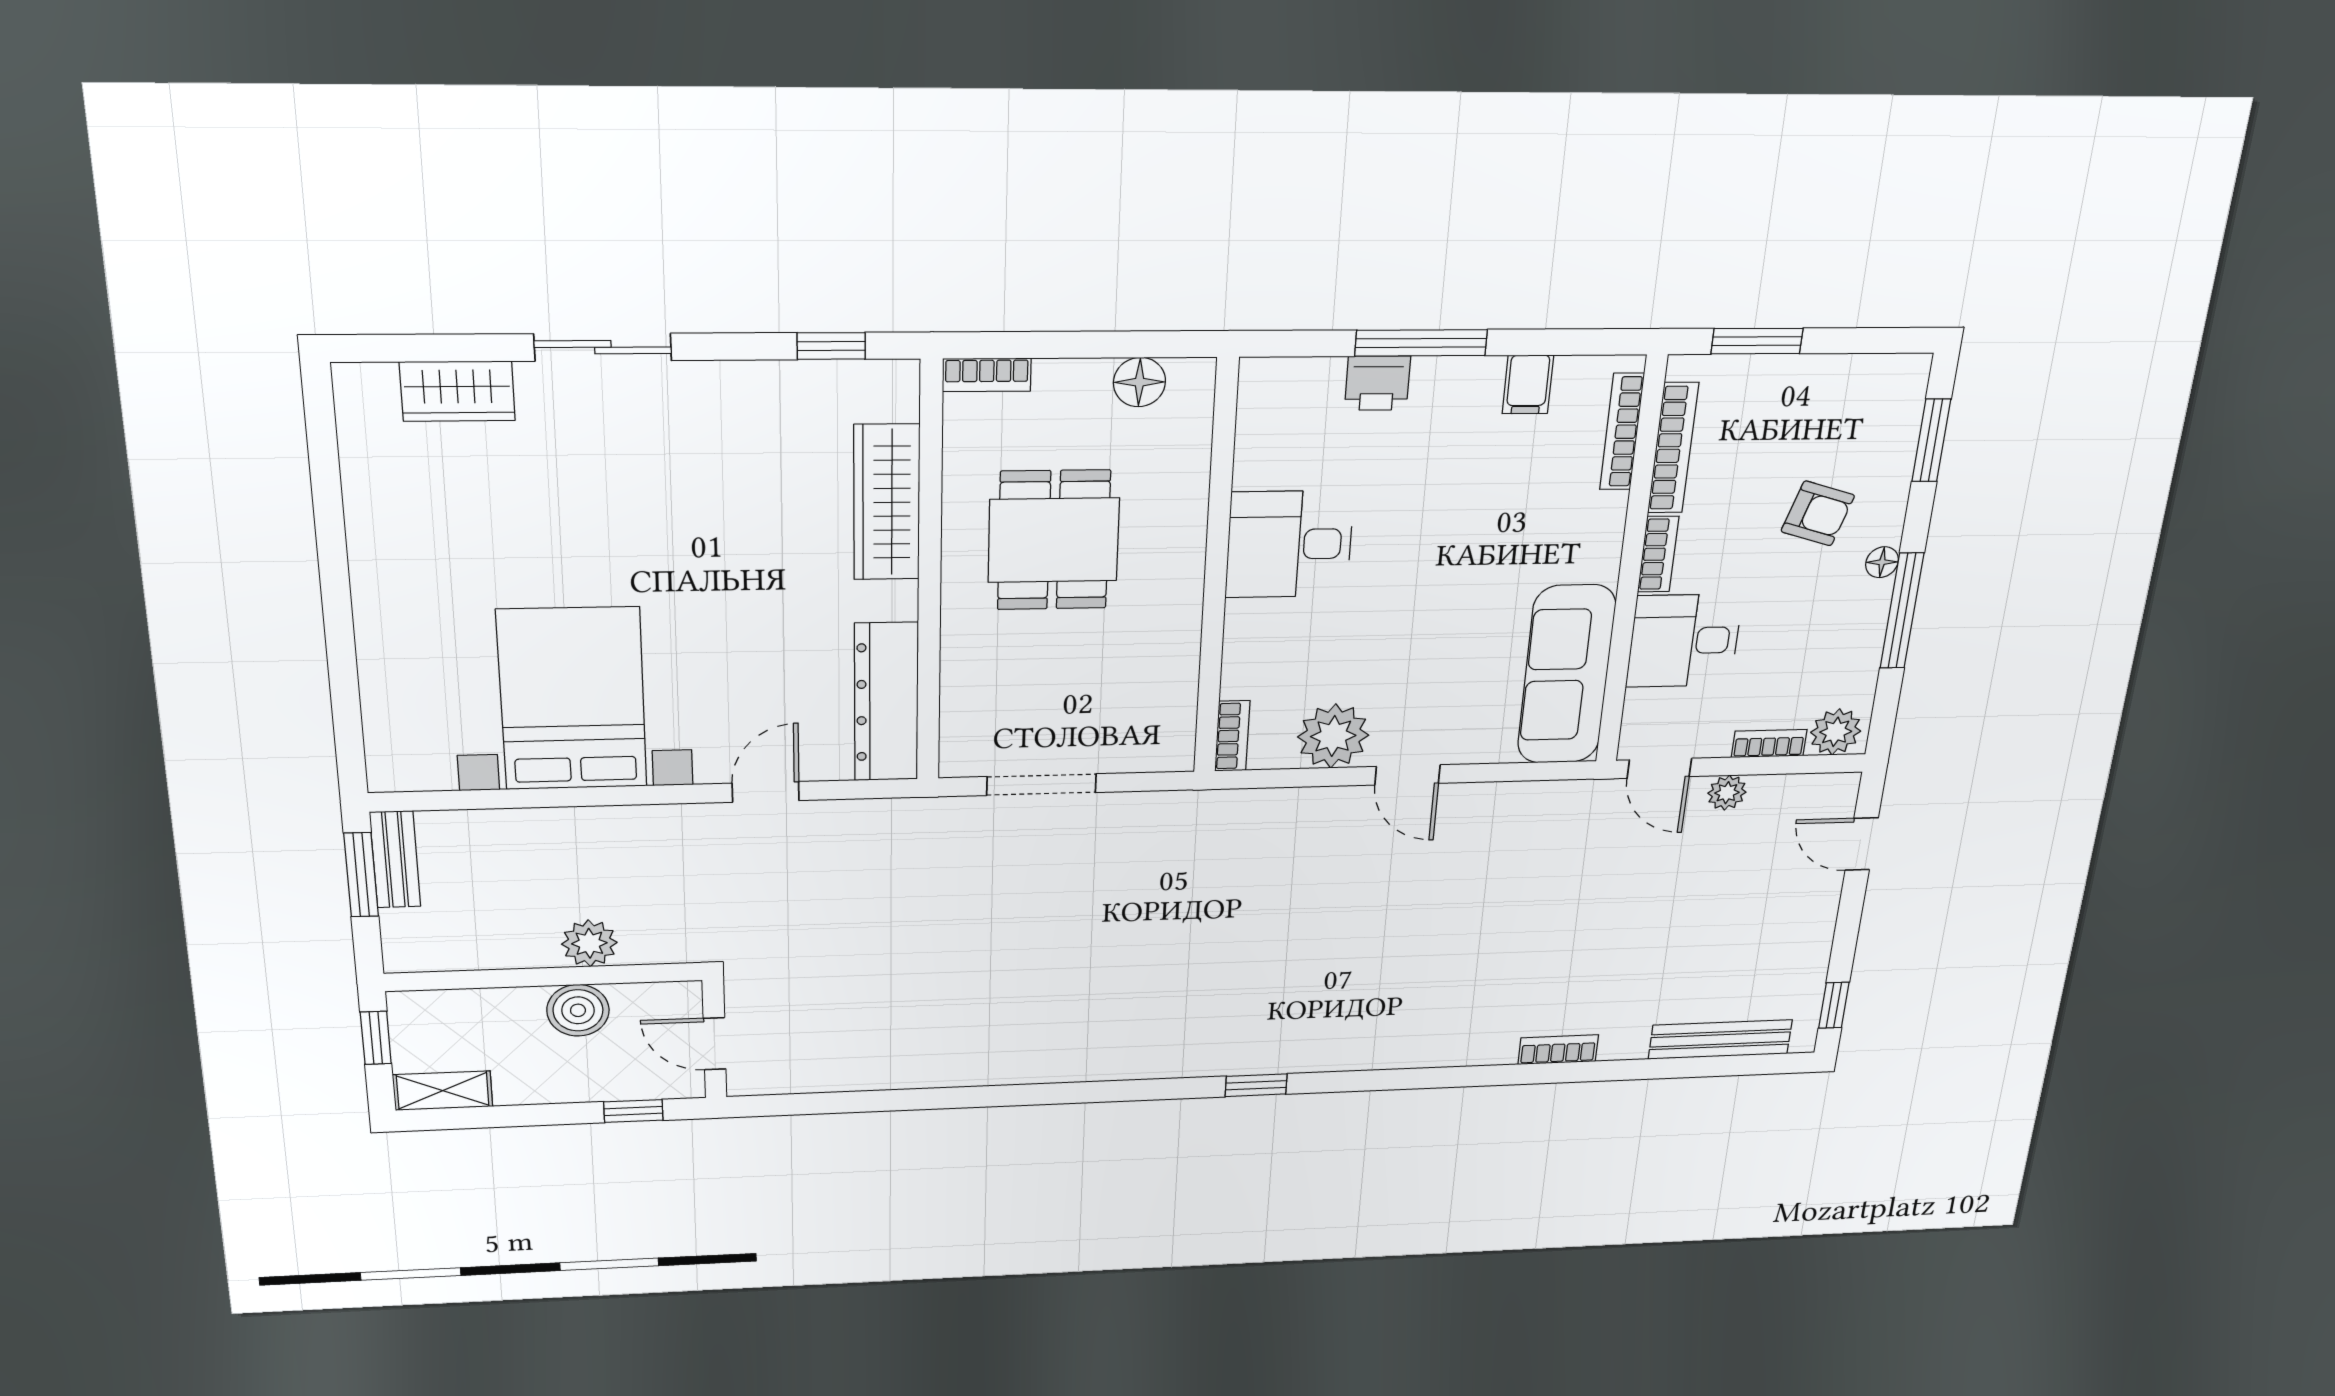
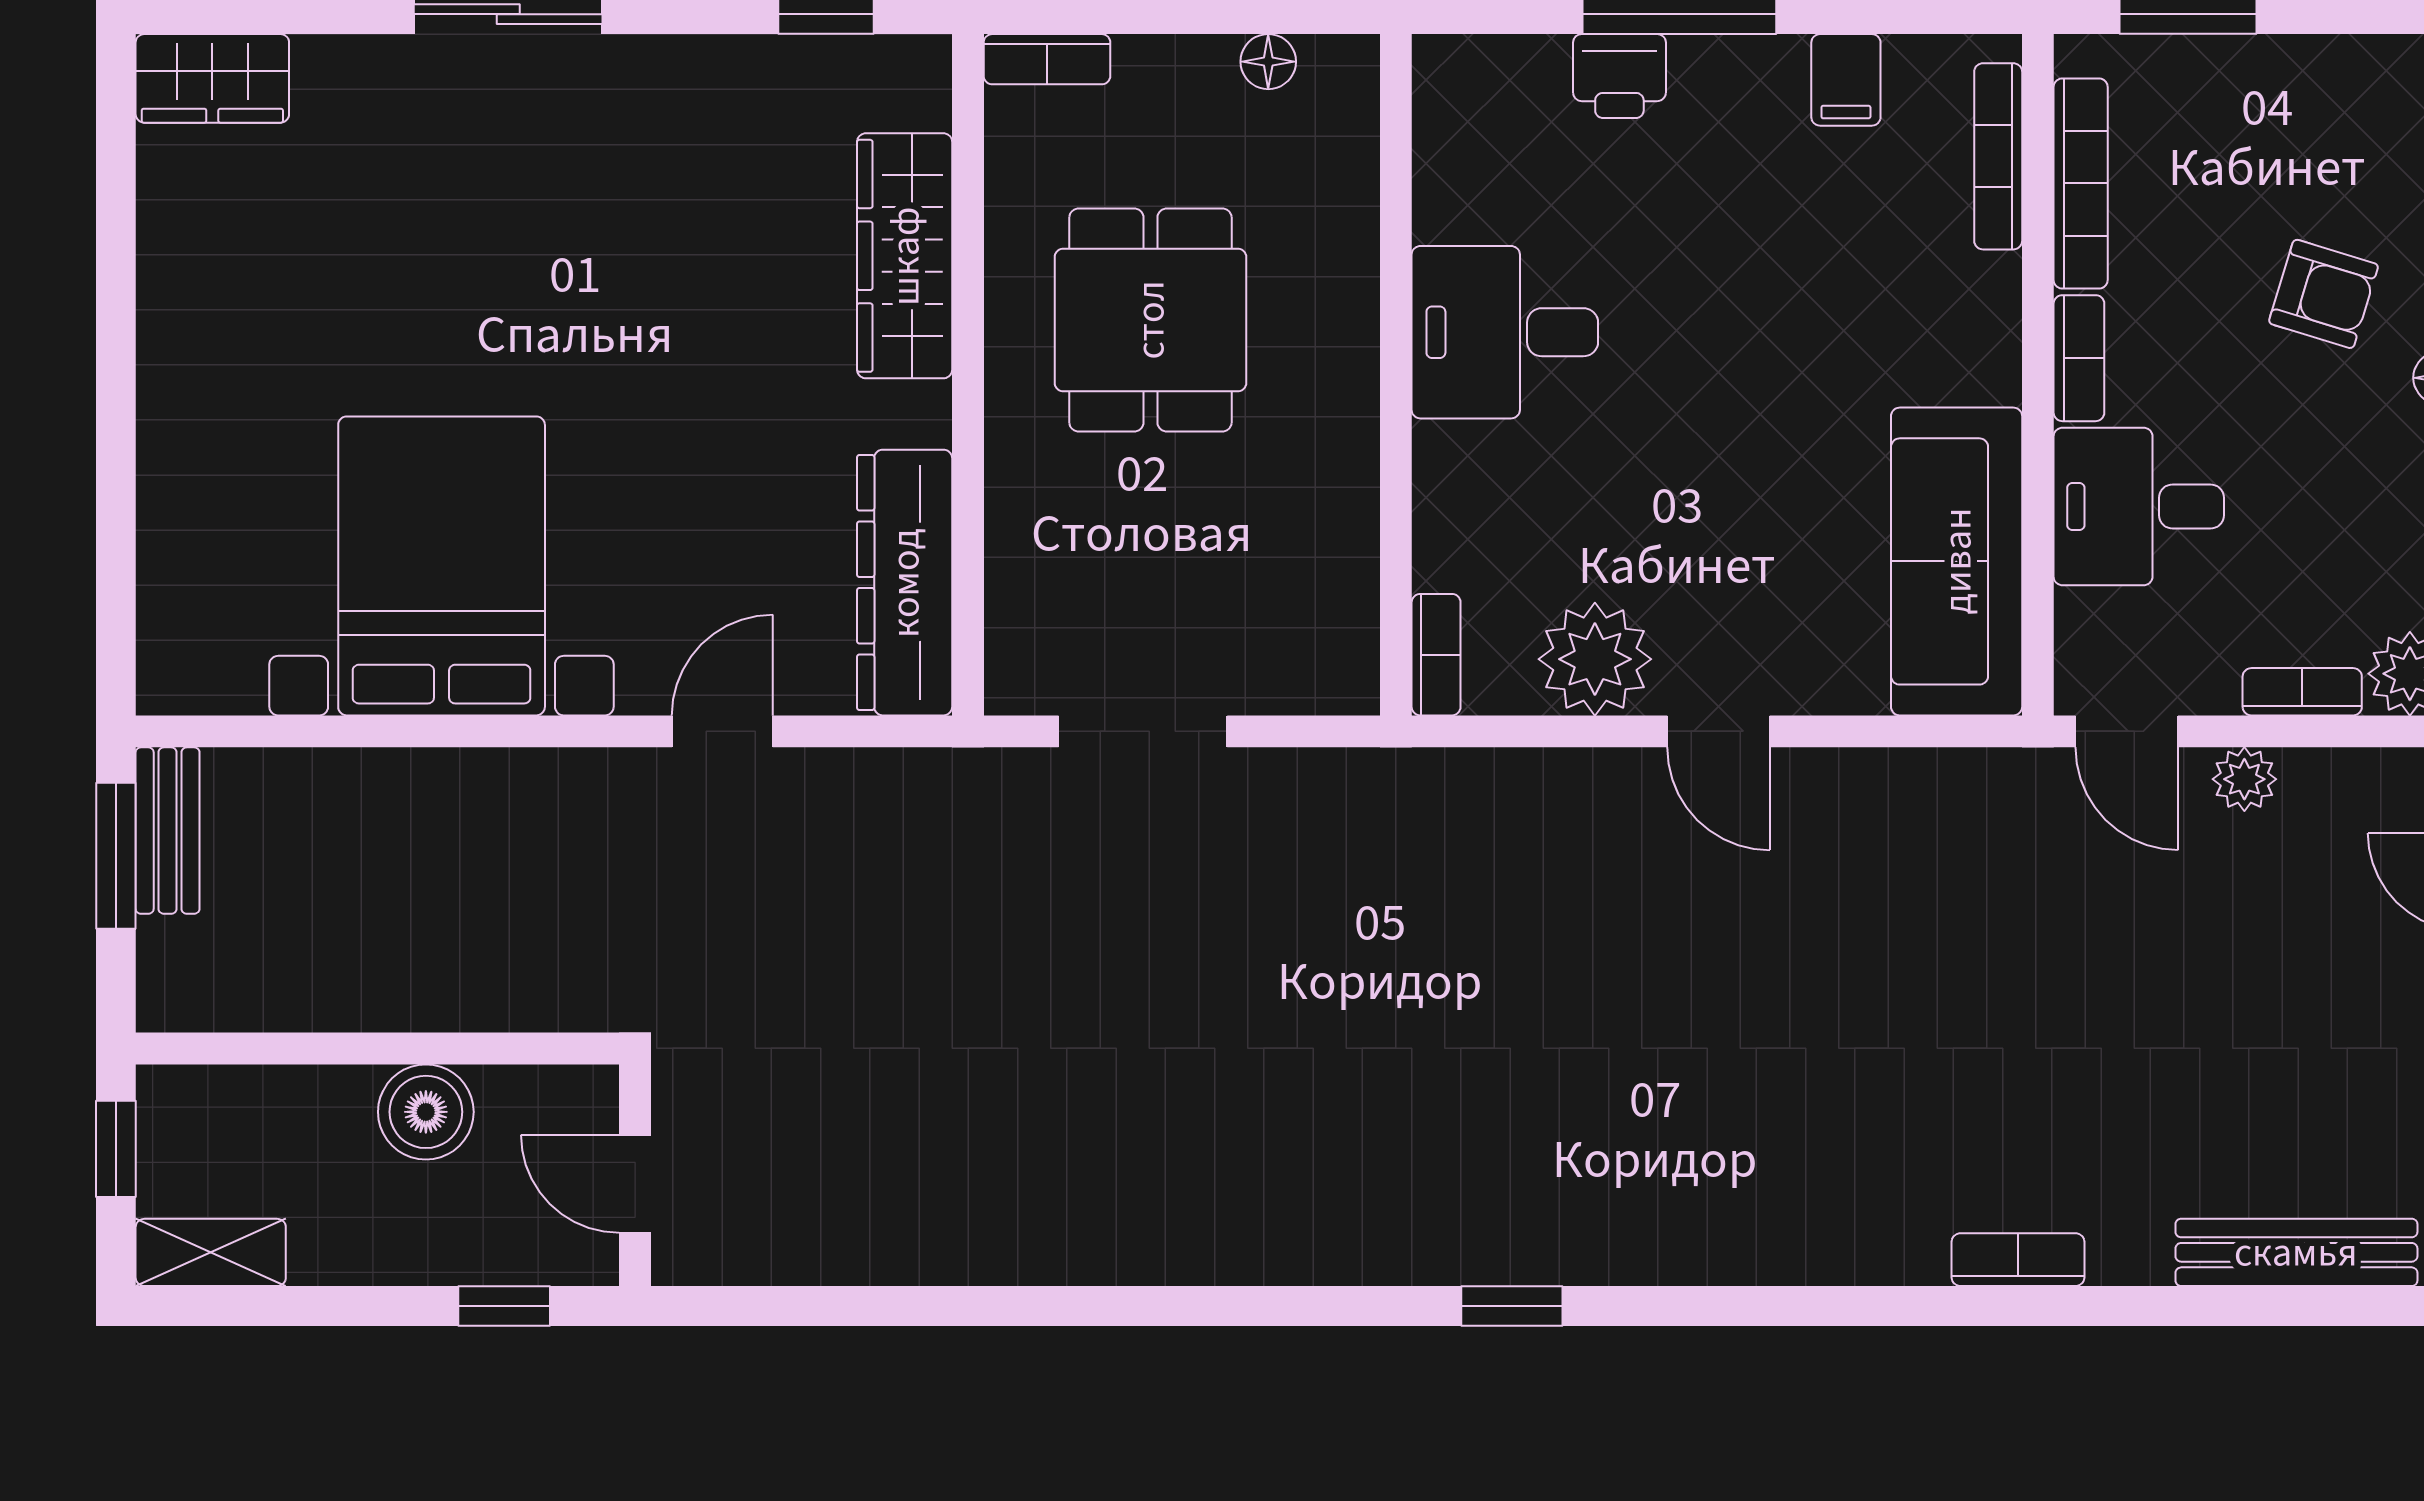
floor lamp: (1139, 382) -> (1268, 62), width x0.73, depth x0.73
wardrobe: (457, 391) -> (212, 78), moved
plant: (589, 943) -> (448, 990), removed

